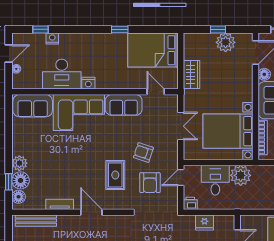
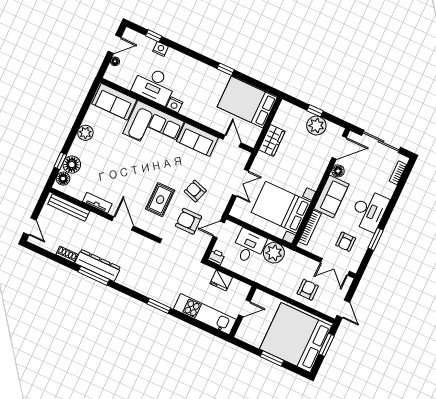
plant: (19, 163) -> (85, 133), moved
armchair: (150, 183) -> (188, 221), turned 90

